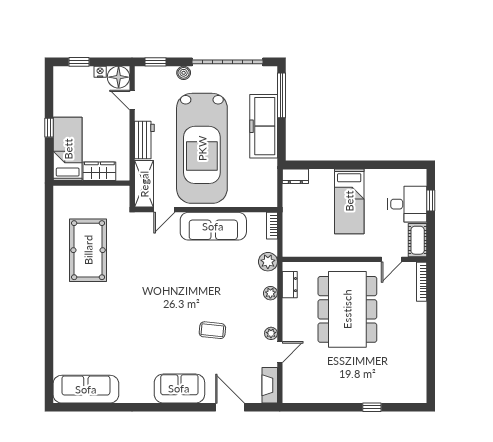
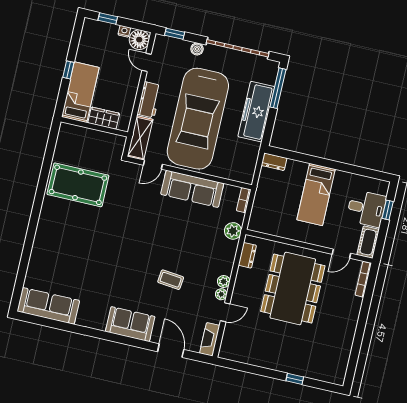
pool table: (88, 250) -> (78, 185), turned 90
plant: (270, 293) -> (224, 281), moved

